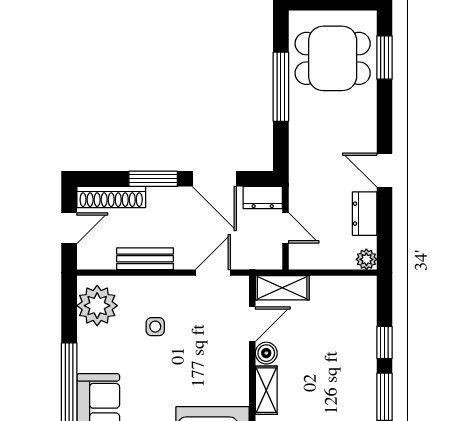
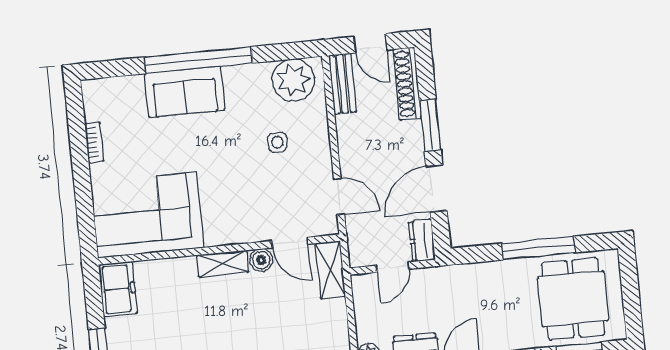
bench: (145, 259) -> (343, 84), moved

